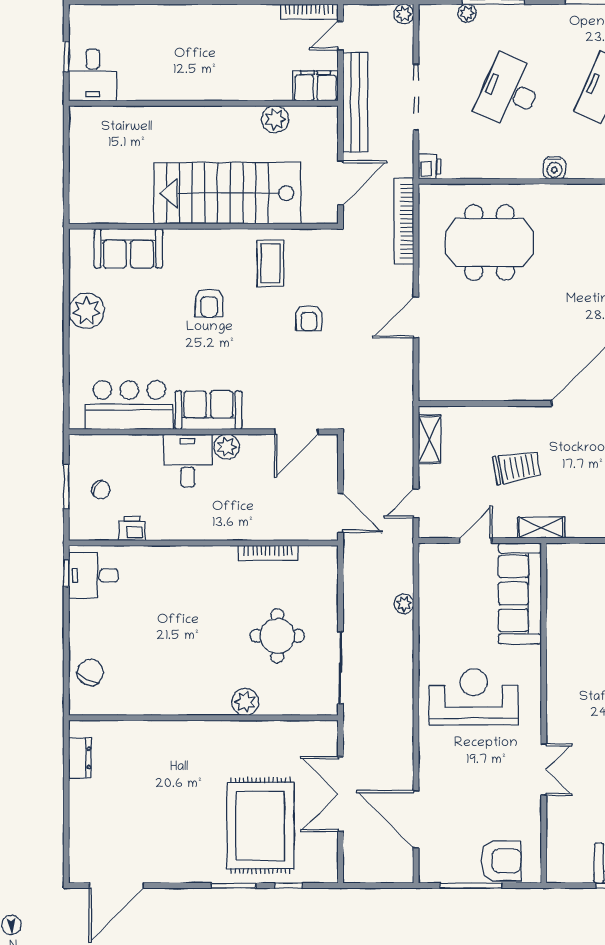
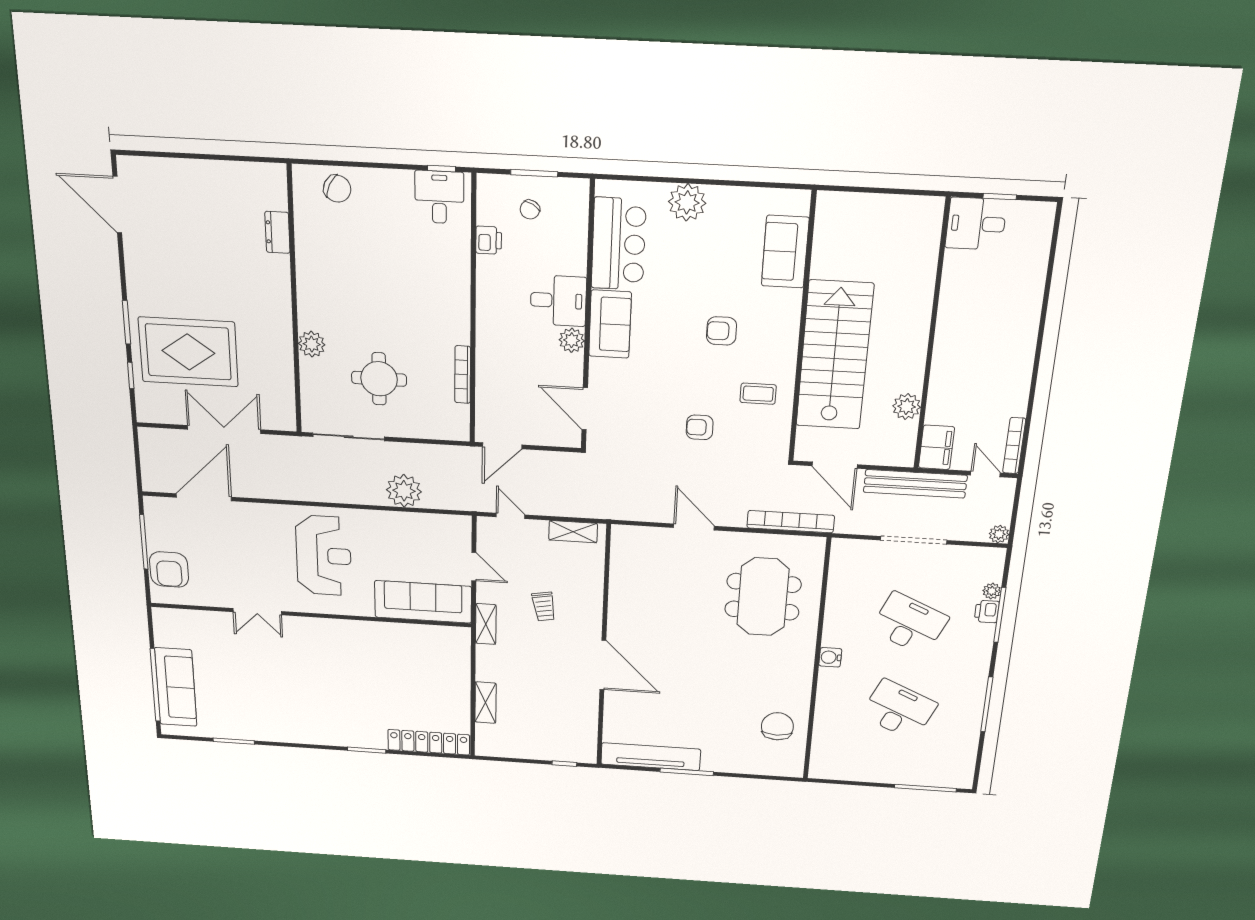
printer: (430, 167) -> (987, 611), moved, turned 90
coffee table: (270, 263) -> (758, 394), width x0.73, depth x0.77
plant: (86, 311) -> (687, 202), moved
trolley: (516, 467) -> (544, 607), width x0.73, depth x0.72
plant: (404, 604) -> (404, 491), width x1.88, depth x1.88
dresser: (80, 758) -> (277, 232), moved, turned 90

